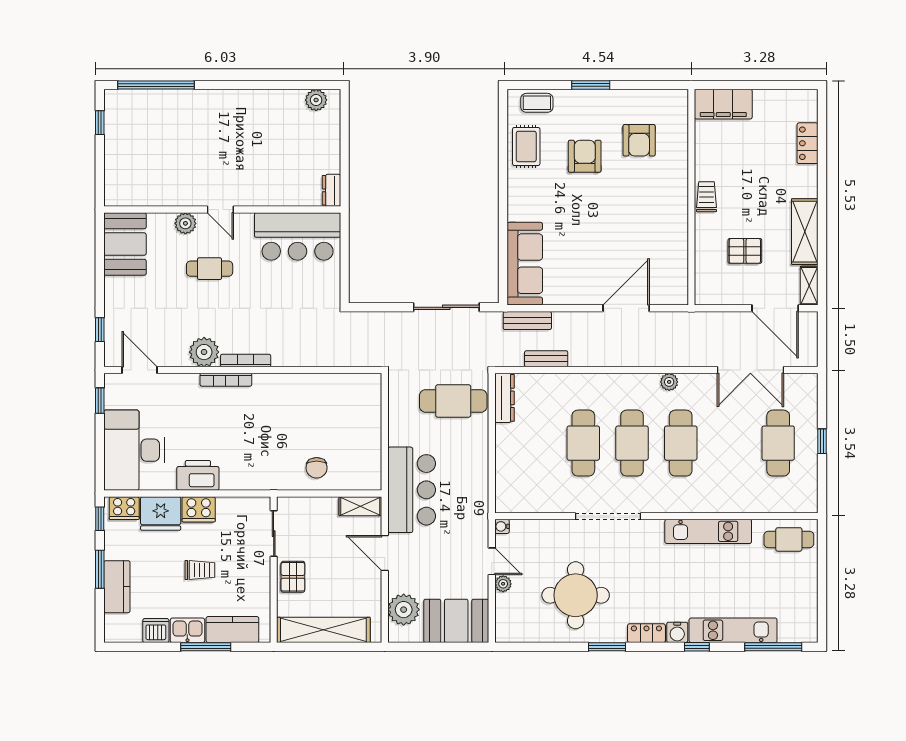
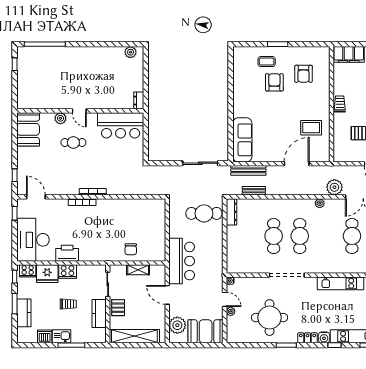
coffee table: (537, 103) -> (267, 62), moved
rug: (526, 146) -> (311, 128), moved, turned 90
bench: (527, 321) -> (248, 170), width x1.36
plant: (204, 352) -> (334, 187), moved
cafe table: (681, 443) -> (352, 236), moved
shelving: (360, 506) -> (138, 270), moved
kitchen counter: (232, 630) -> (99, 314), moved, turned -90

